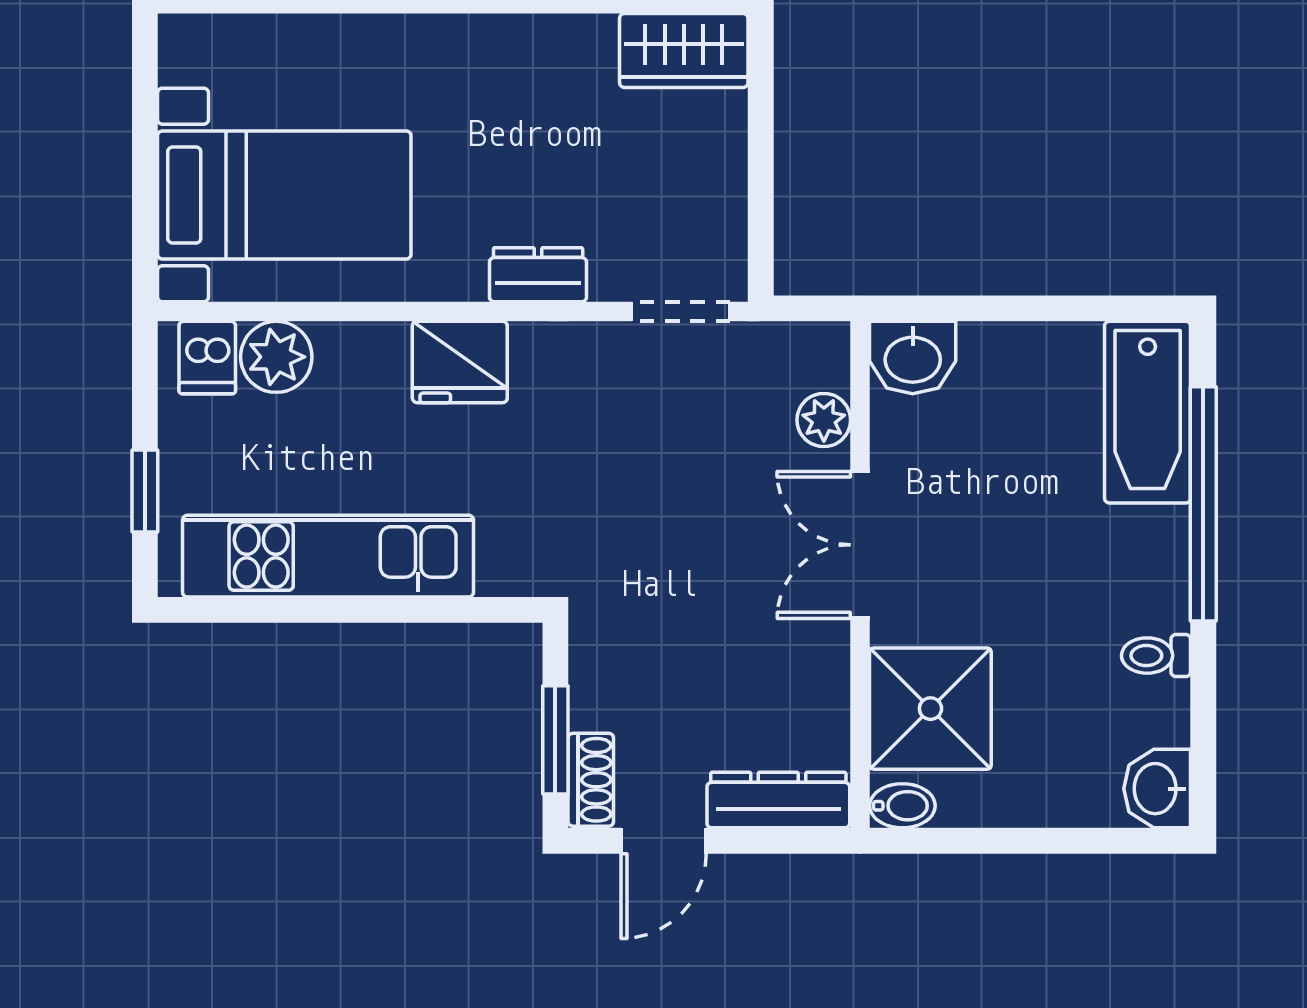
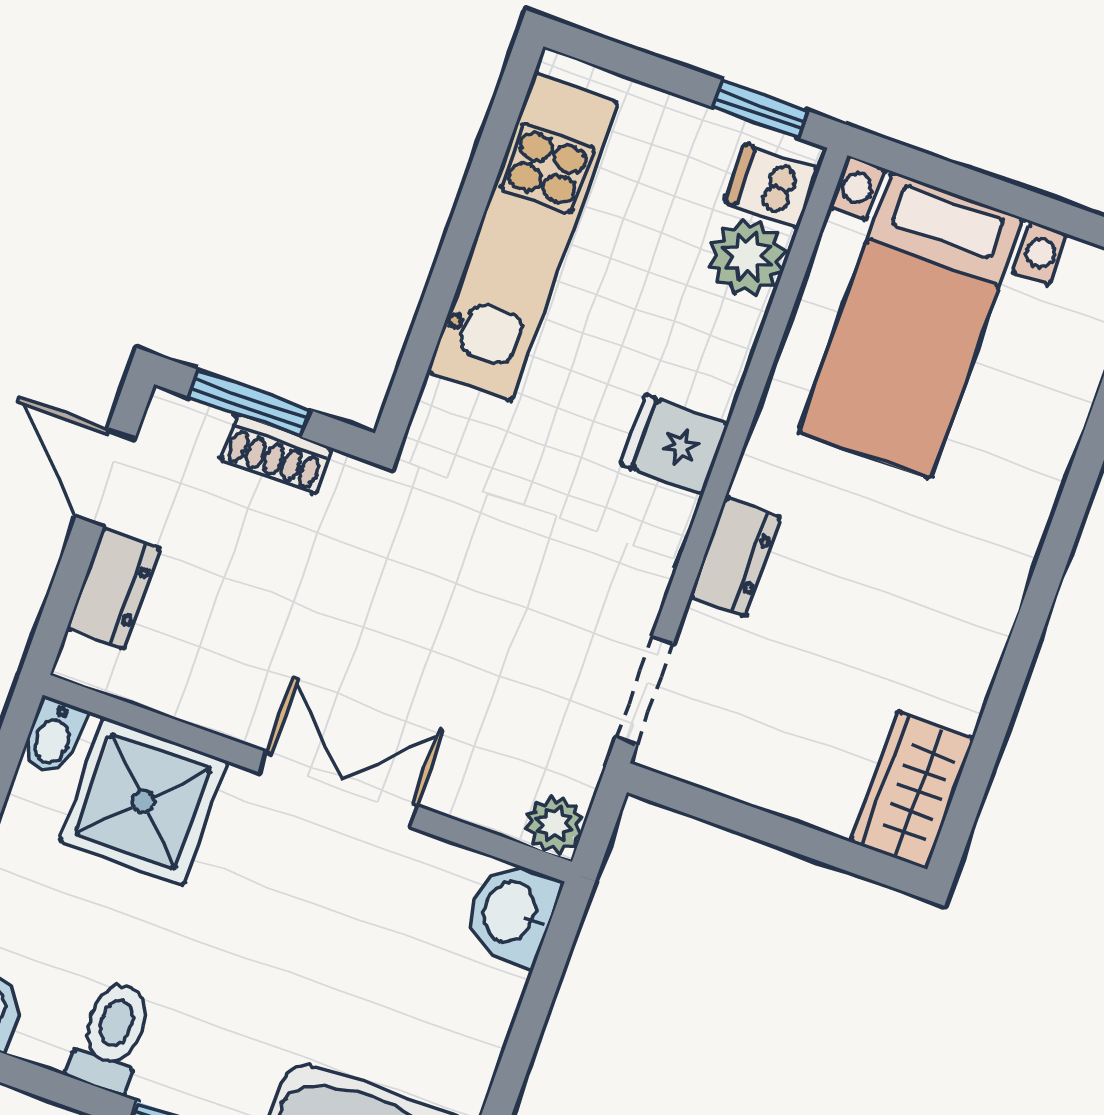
fridge: (460, 362) -> (674, 444), width x0.72
plant: (824, 420) -> (554, 824), moved
window: (145, 491) -> (761, 109), moved
toilet: (1156, 656) -> (112, 1037), width x1.37, depth x1.39
shoe rack: (591, 780) -> (276, 454), moved
dresser: (778, 800) -> (113, 588), width x0.70

